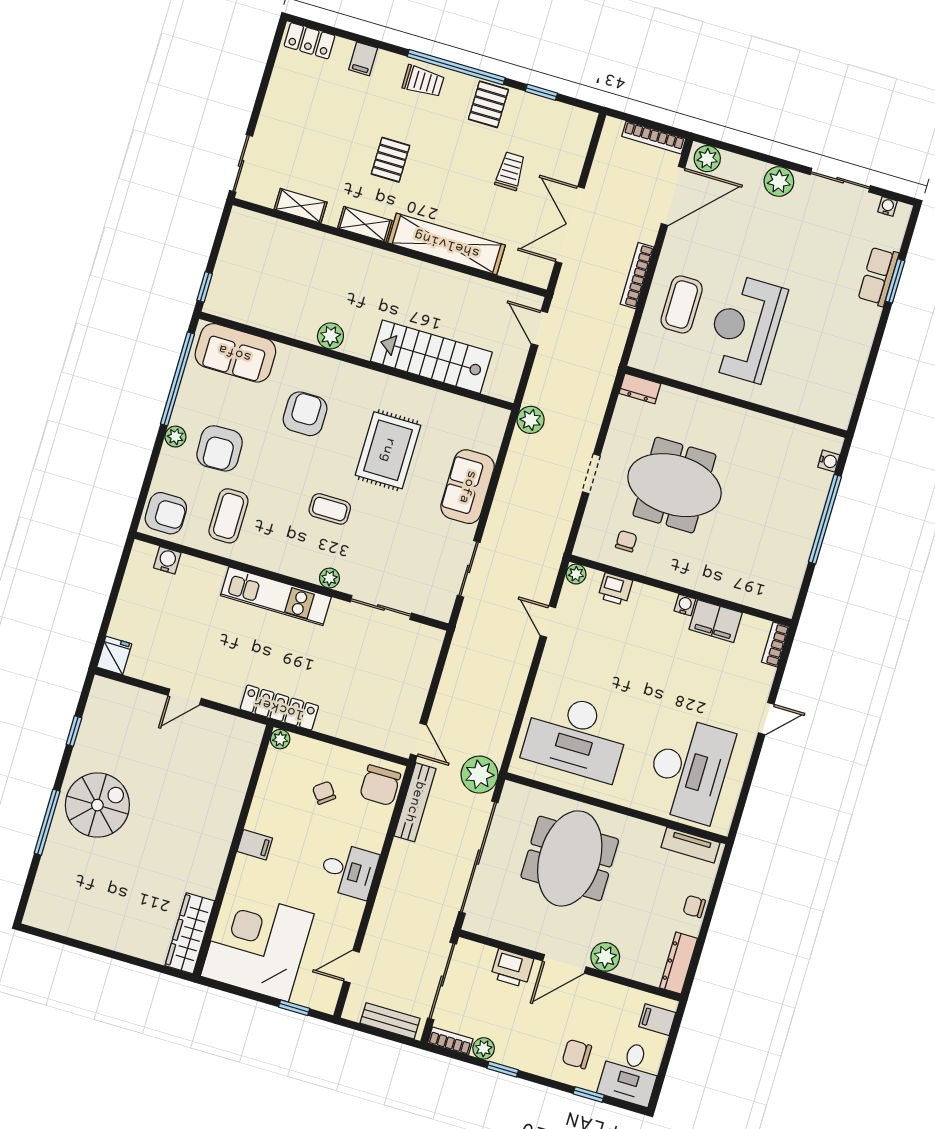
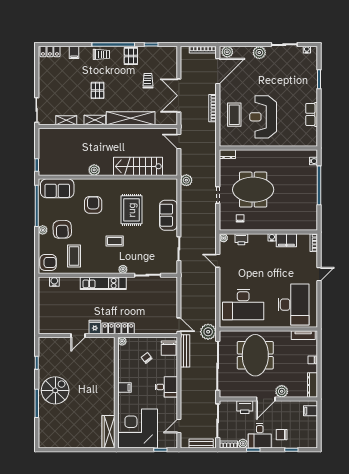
row of seats: (878, 276) -> (312, 114), moved
fridge: (114, 655) -> (95, 327), moved
desk: (630, 1073) -> (260, 436), moved

